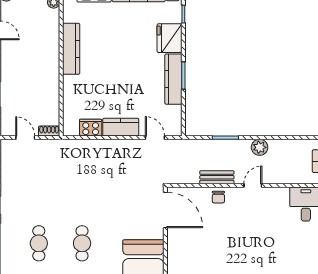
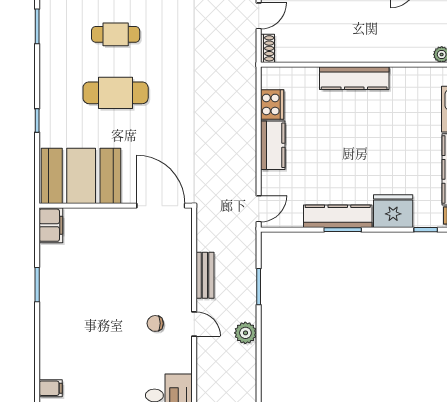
kitchen counter: (71, 49) -> (354, 78), moved
door: (155, 138) -> (259, 209), moved
chair: (218, 197) -> (155, 323), moved
door: (165, 210) -> (161, 206), swing flipped
cafe table: (82, 243) -> (116, 93), width x1.37, depth x1.35

